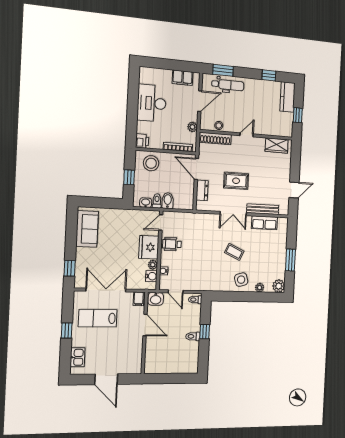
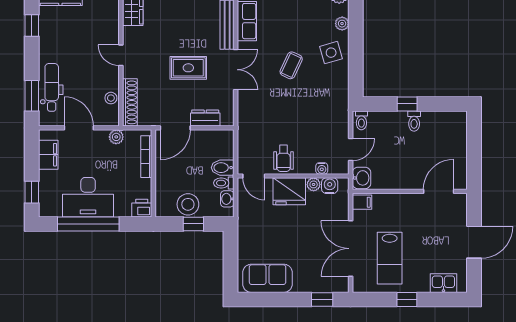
window: (157, 63) -> (32, 192), added
window: (133, 101) -> (88, 224), added
stool: (151, 163) -> (188, 204), moved
rug: (236, 181) -> (188, 68), turned 90
door: (145, 325) -> (439, 191), moved

